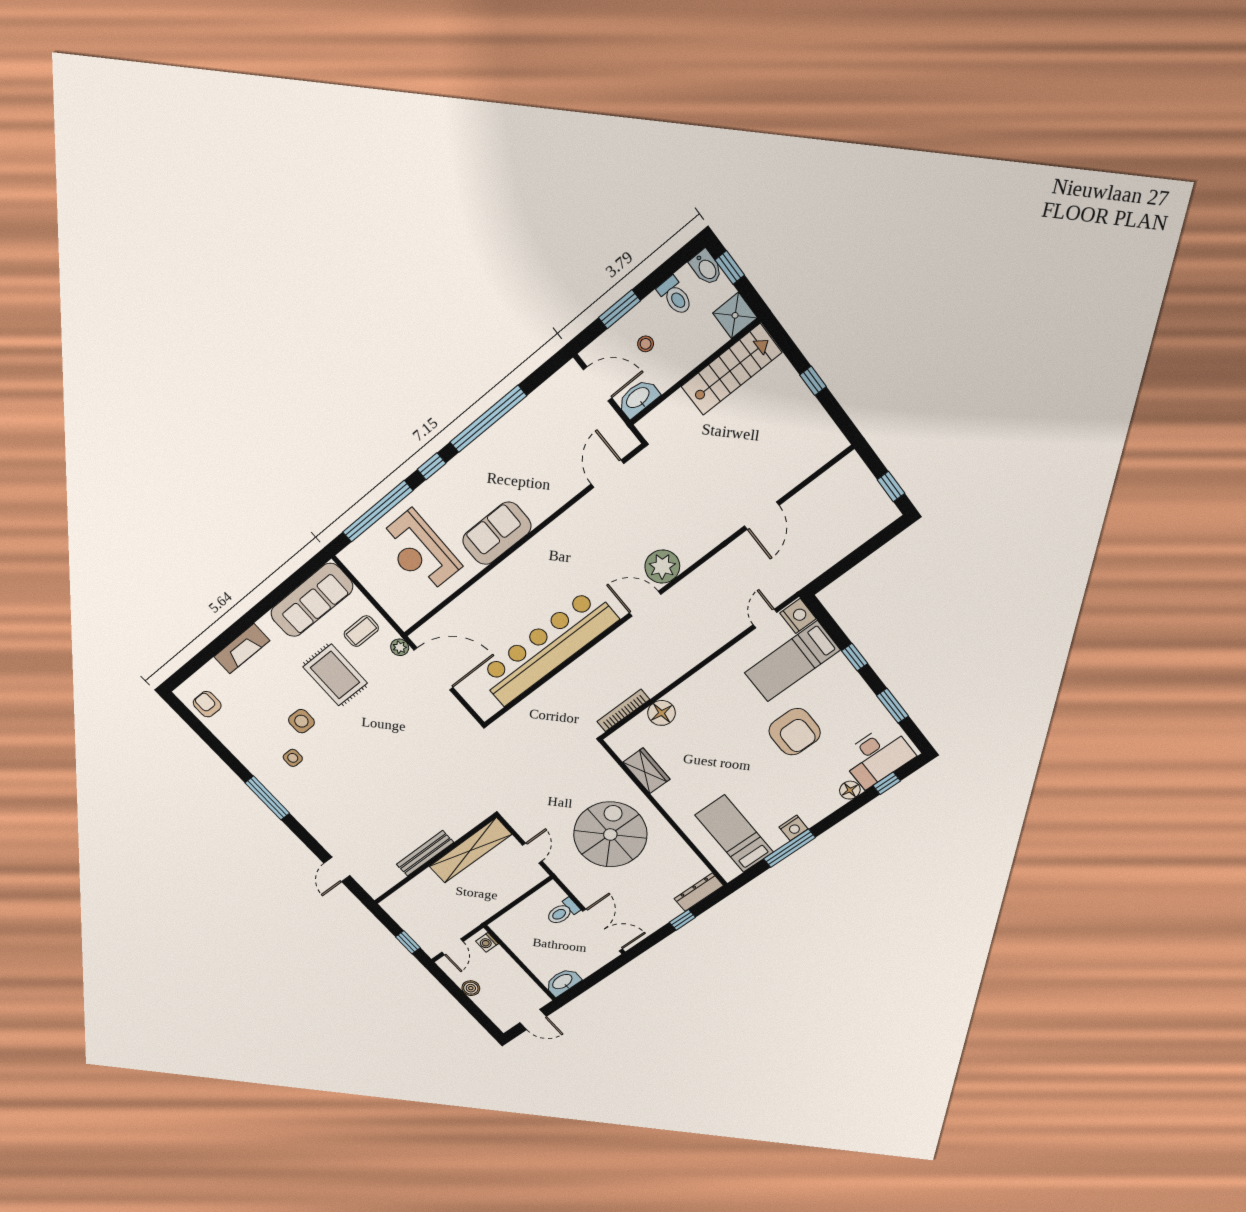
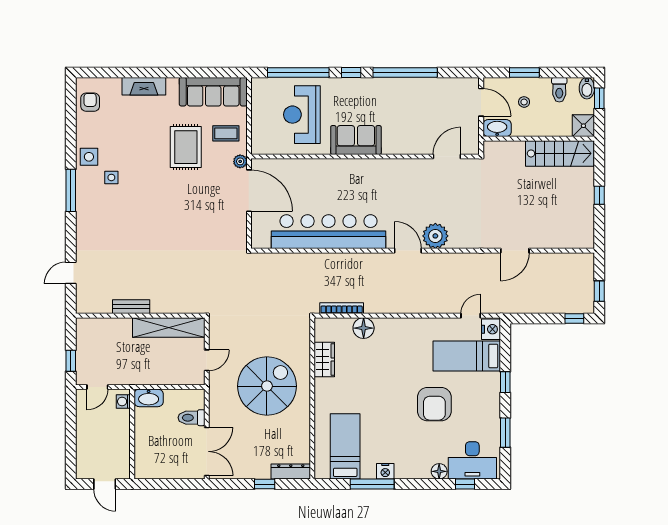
window: (883, 537) -> (574, 319), added
side table: (301, 721) -> (89, 157), moved
bench: (425, 853) -> (131, 307), width x0.73
washbasin: (563, 982) -> (149, 398), moved, turned 180
boiler: (471, 988) -> (83, 427), removed

